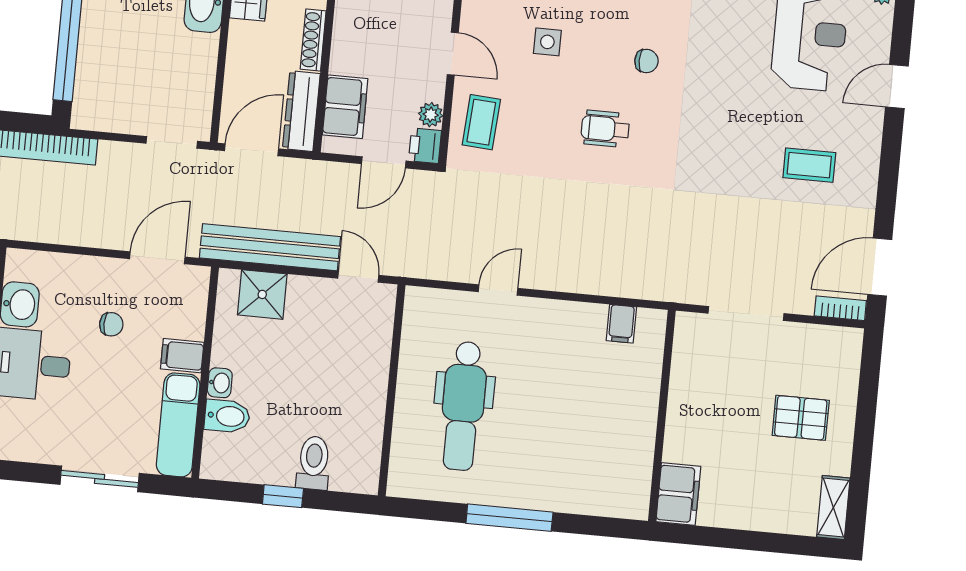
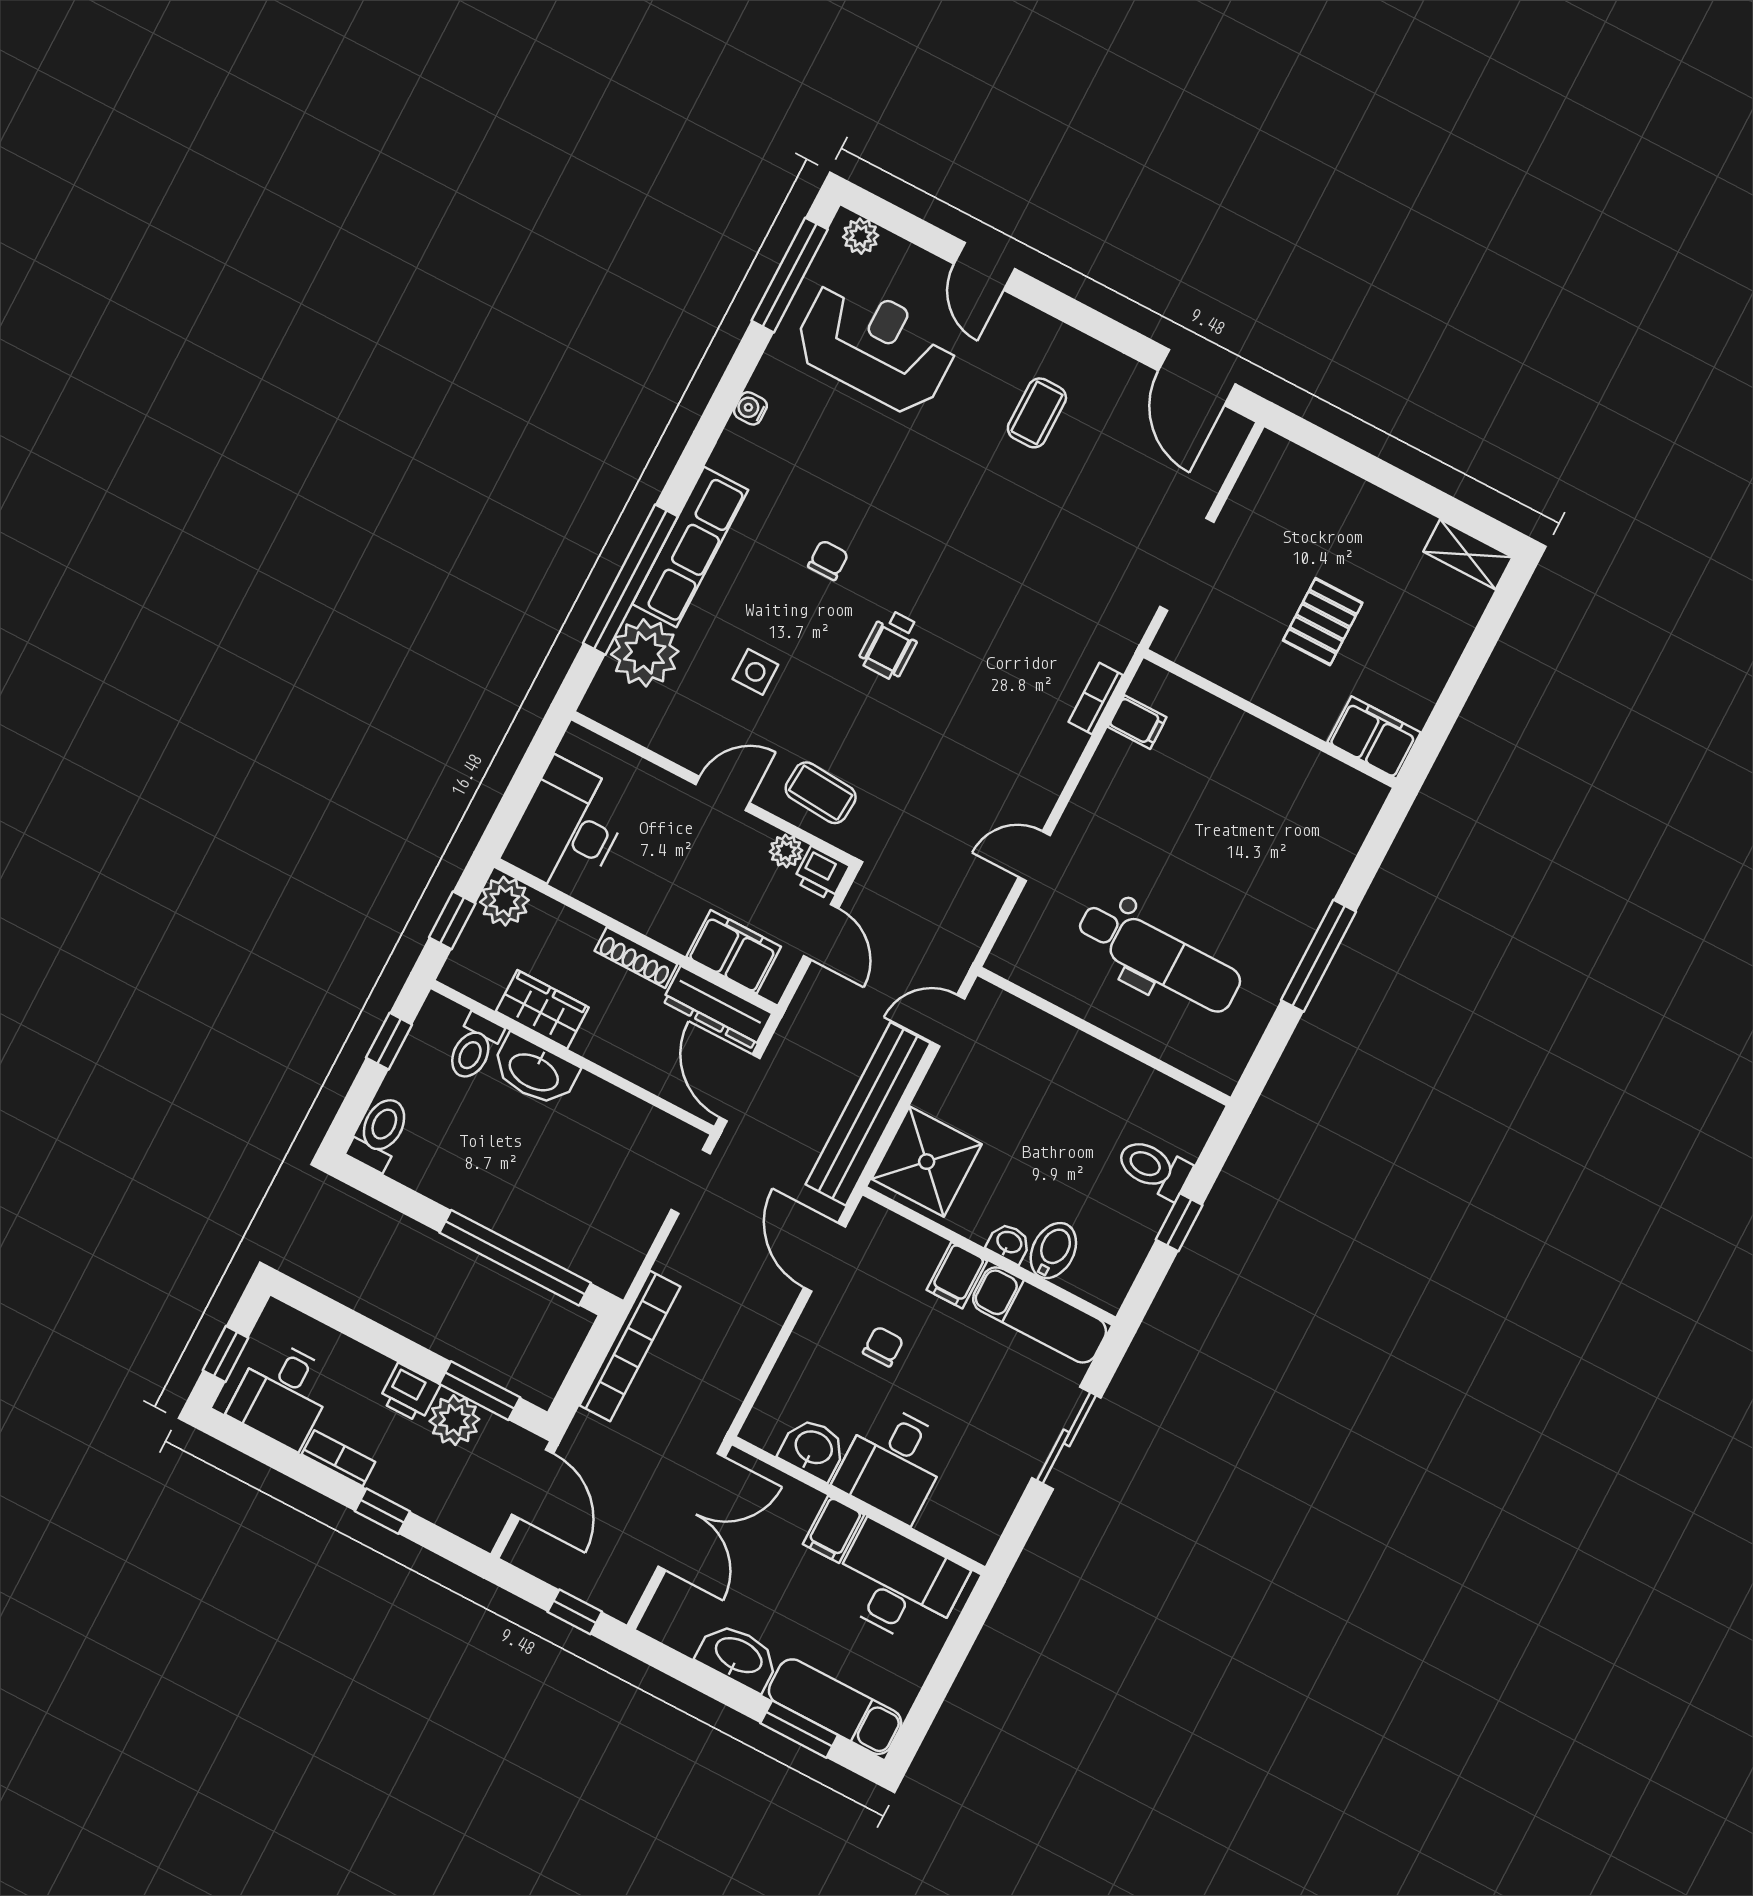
door: (498, 290) -> (1034, 856), hinge flipped
shower: (262, 294) -> (927, 1162), width x1.36, depth x1.36
bookcase: (840, 308) -> (1096, 698), moved
pallet: (801, 418) -> (1323, 622), moved

